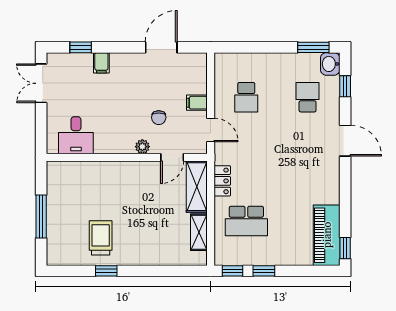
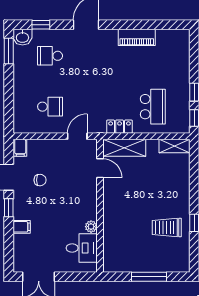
window: (81, 47) -> (9, 208), moved
filing cabinet: (197, 103) -> (20, 148), moved
chair: (159, 118) -> (40, 180), moved
plant: (142, 147) -> (91, 227), moved
shelving: (199, 232) -> (174, 146), moved
piano: (327, 235) -> (137, 37), moved, width x0.73, depth x0.75
window: (345, 248) -> (175, 25), removed

